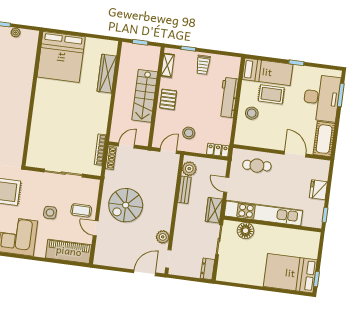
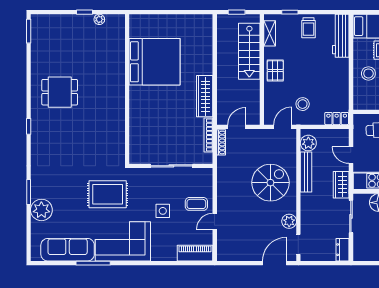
bed: (61, 57) -> (154, 62), moved, turned -90
wardrobe: (107, 74) -> (205, 96), moved
stairs: (145, 96) -> (249, 51), moved
workbench: (228, 98) -> (341, 36), moved
bench: (184, 190) -> (306, 172), width x1.36
spiral stairs: (126, 205) -> (270, 183), moved, turned 180
door: (96, 228) -> (215, 221), hinge flipped
piano: (69, 251) -> (195, 253), width x0.73, depth x0.75

